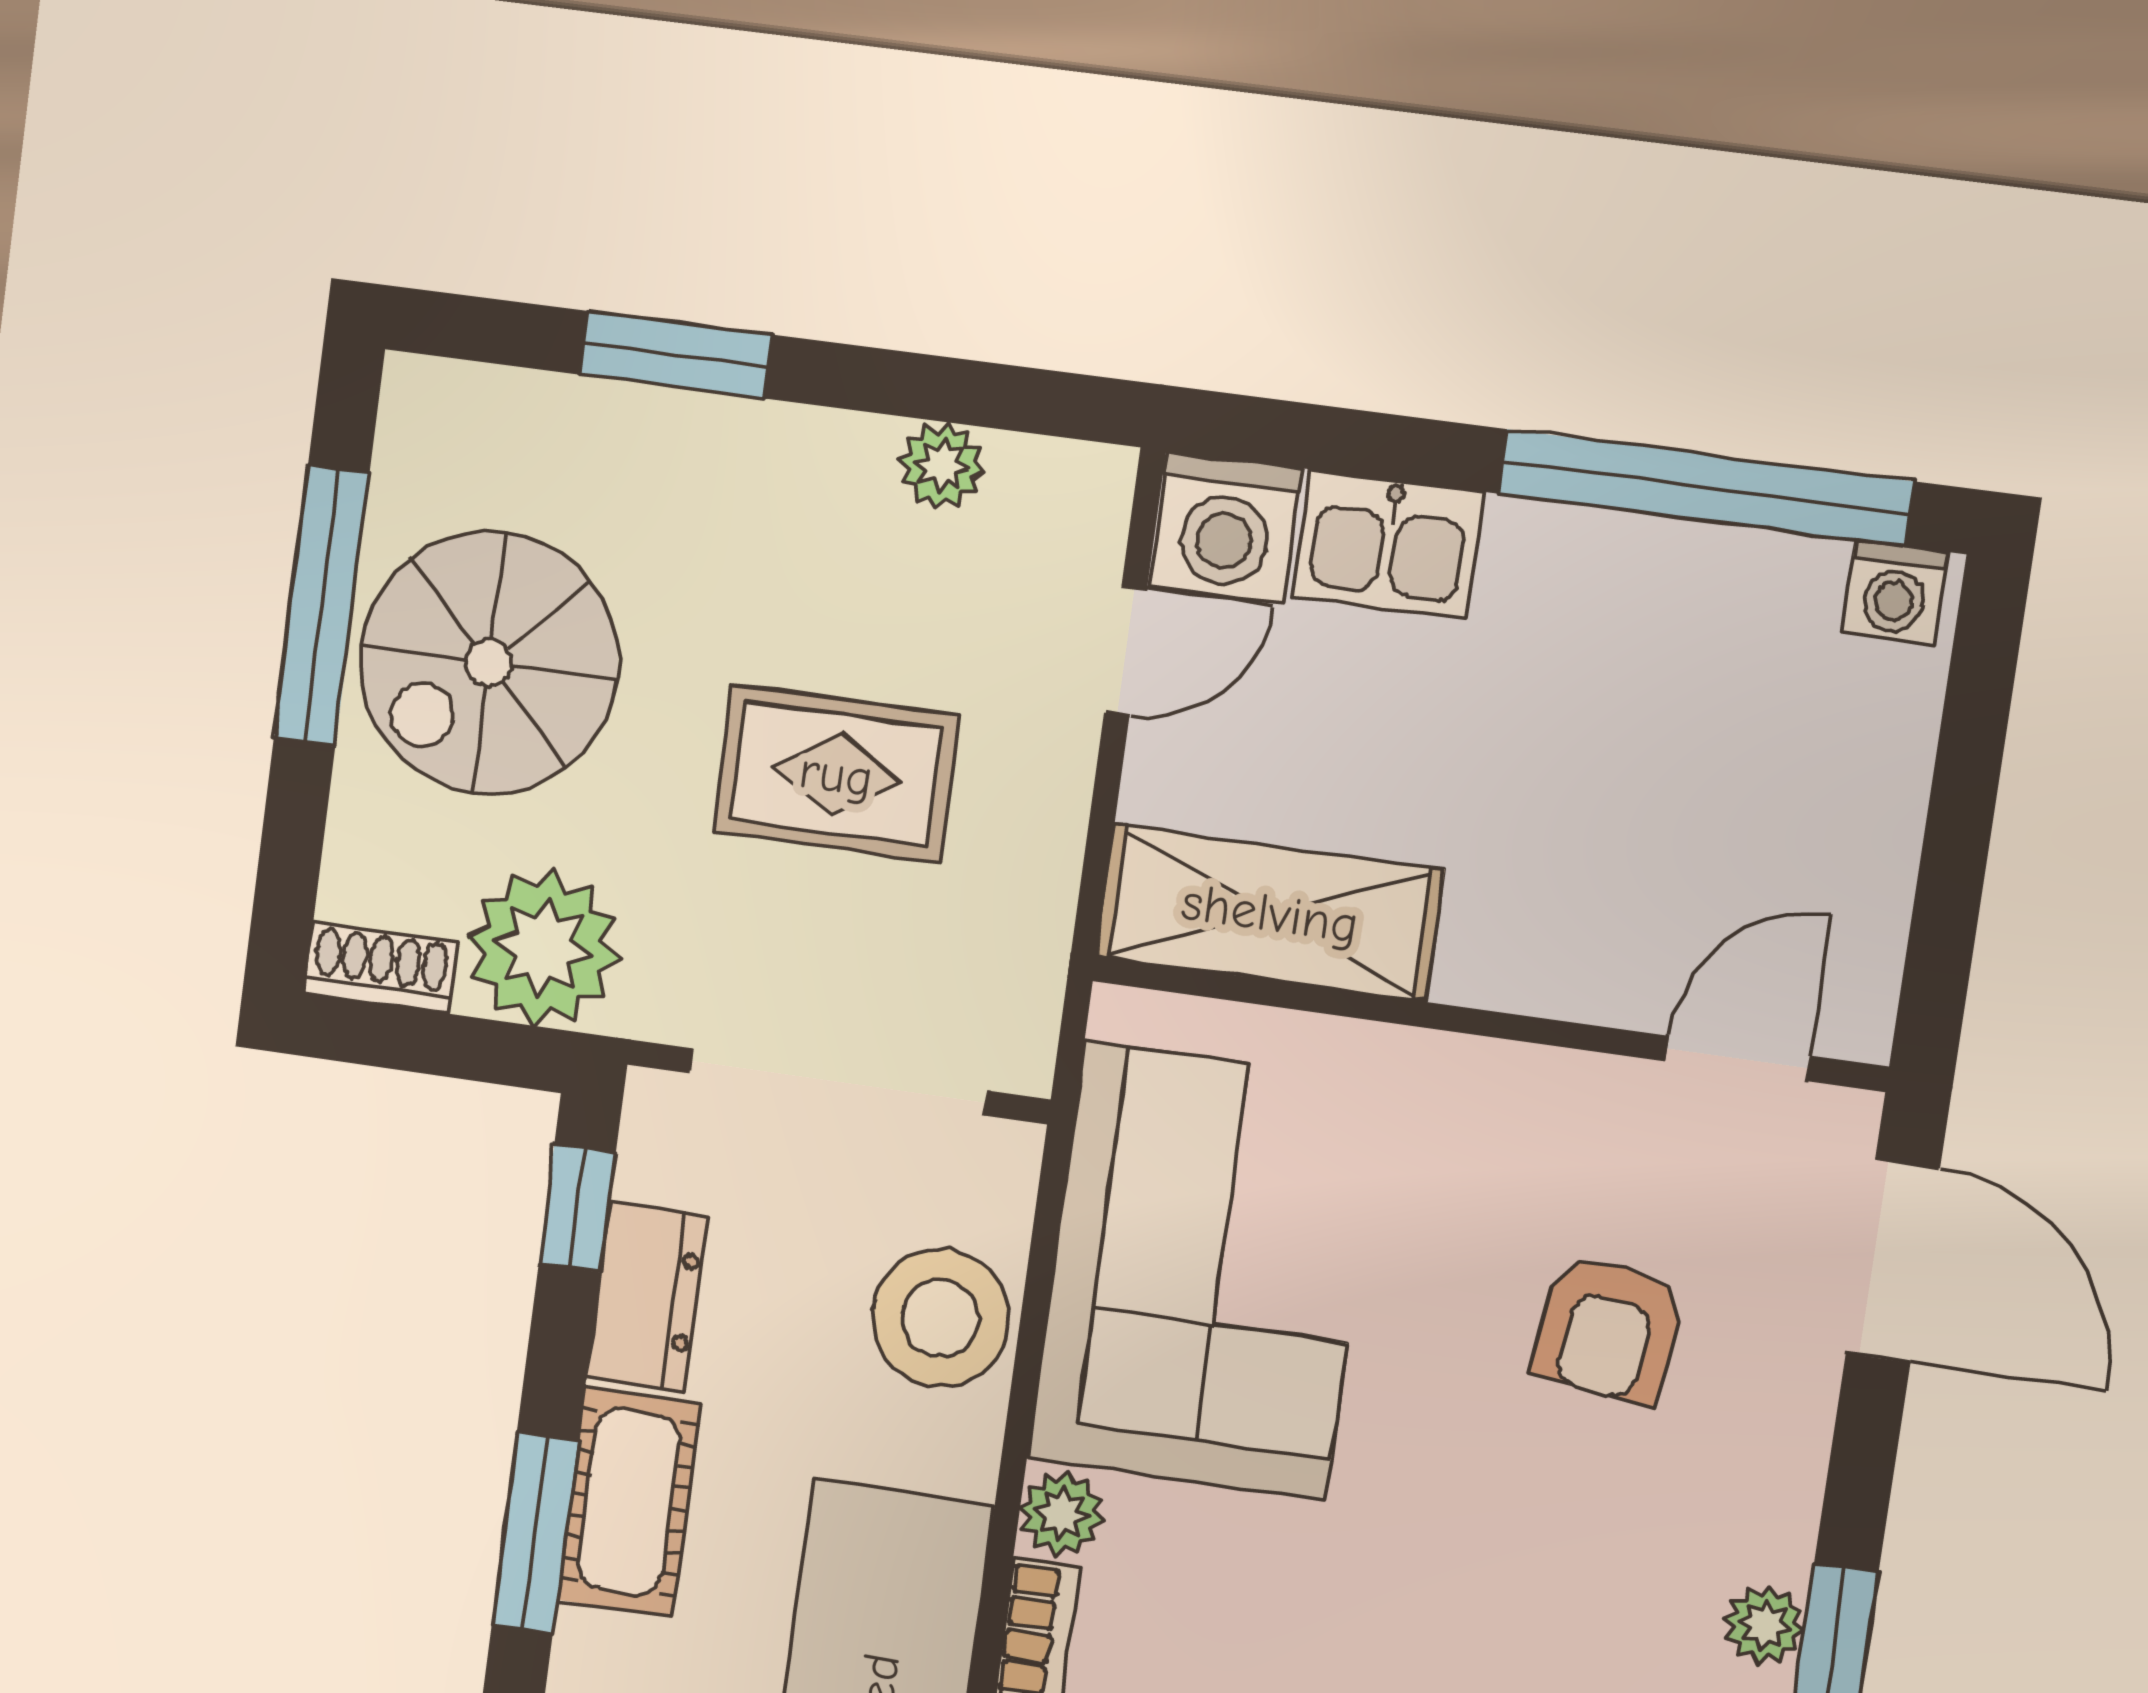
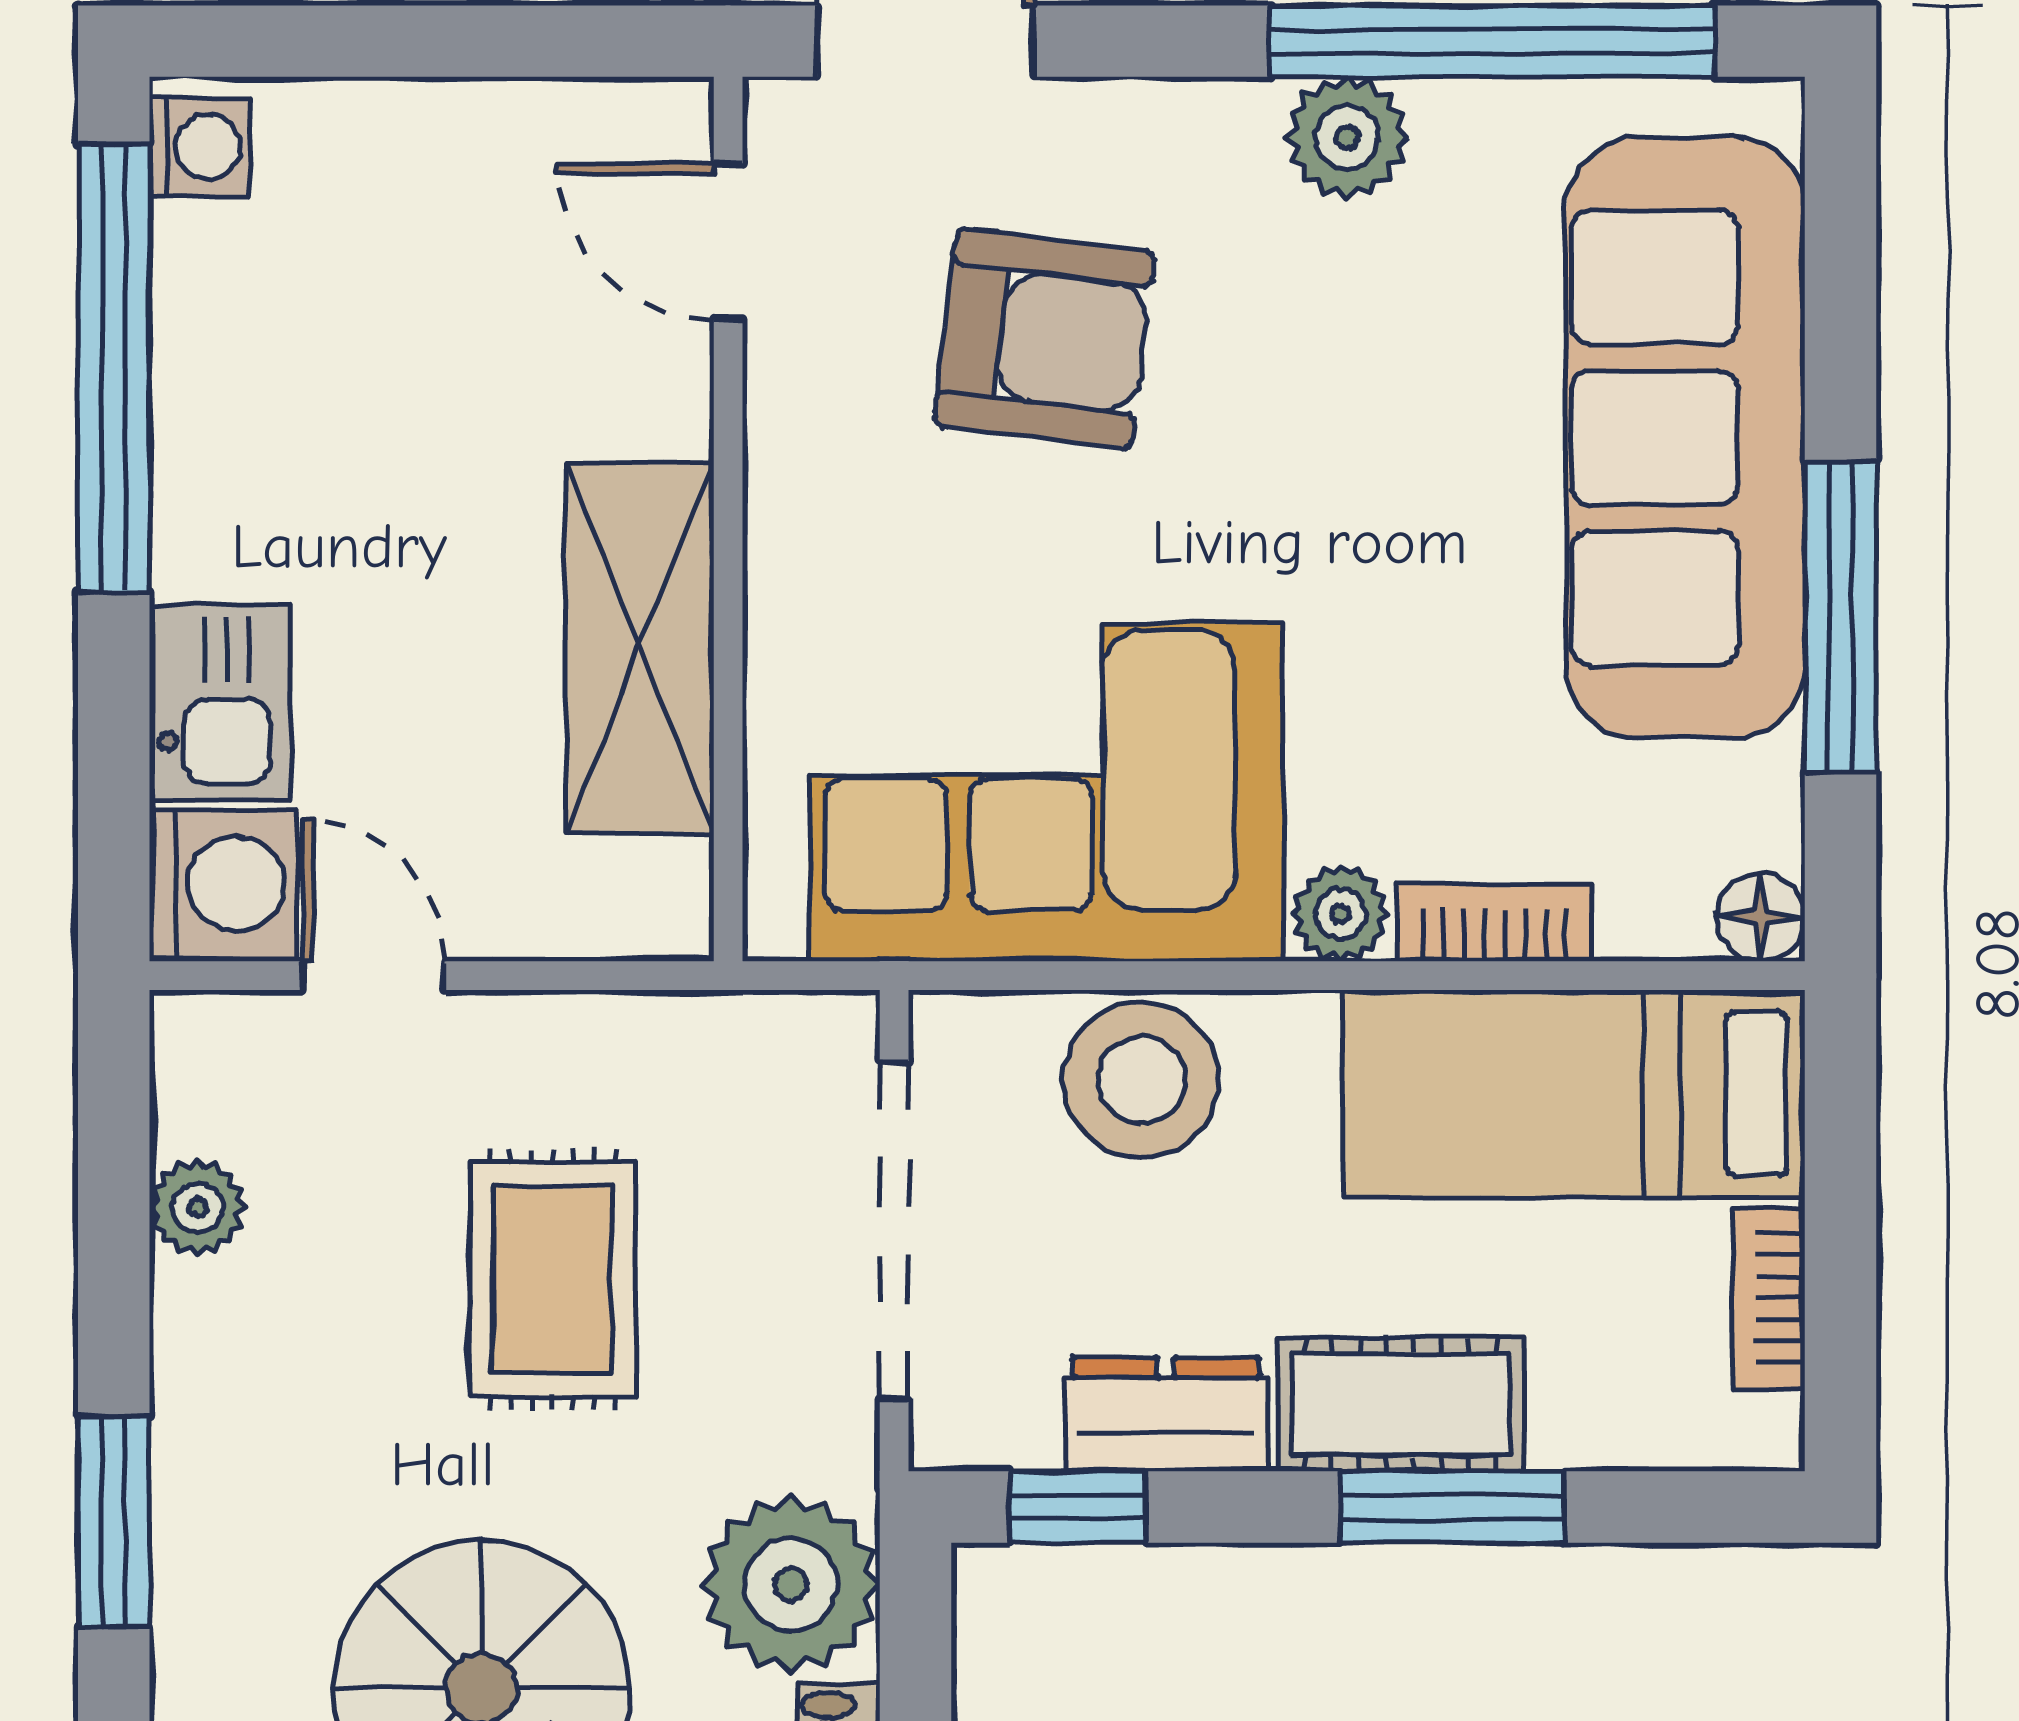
shelving: (1270, 913) -> (640, 648), moved
armchair: (1609, 1328) -> (1044, 339), width x1.38, depth x1.38
plant: (1764, 1625) -> (1347, 138), width x1.38, depth x1.38

